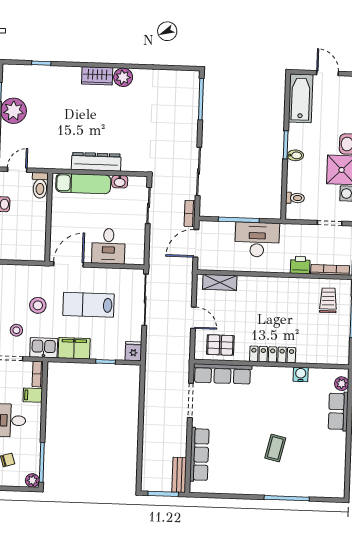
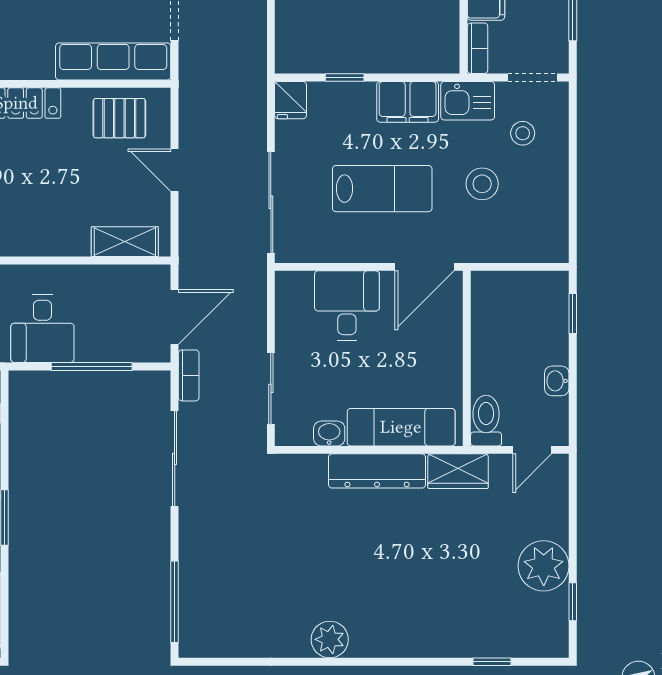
wardrobe: (97, 76) -> (458, 471), moved, turned 180
desk: (257, 240) -> (42, 329), width x0.73

